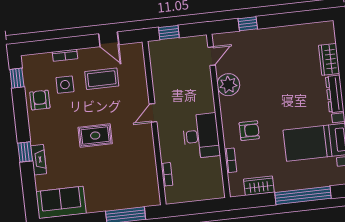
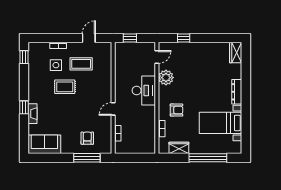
door: (109, 39) -> (89, 38), swing flipped
wardrobe: (329, 59) -> (236, 52), moved
armchair: (40, 100) -> (87, 138), moved
door: (153, 113) -> (113, 109), moved
rug: (95, 136) -> (65, 87), moved
desk: (201, 136) -> (144, 91), moved

